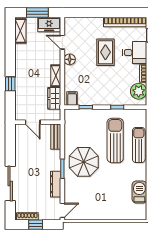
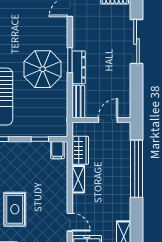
floor lamp: (70, 59) -> (61, 200), removed
window: (10, 84) -> (137, 169), width x3.17
door: (33, 122) -> (108, 120), hinge flipped
dresser: (56, 184) -> (79, 67), moved

